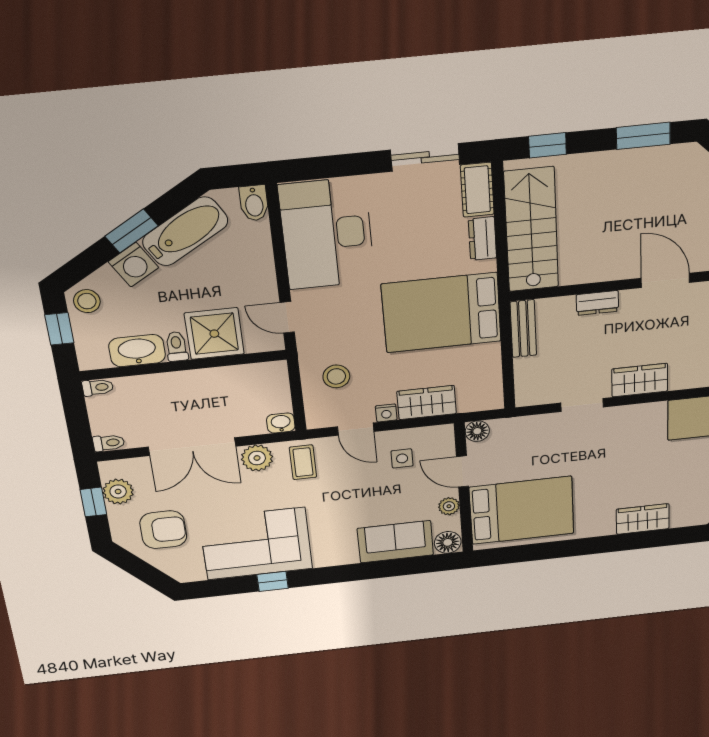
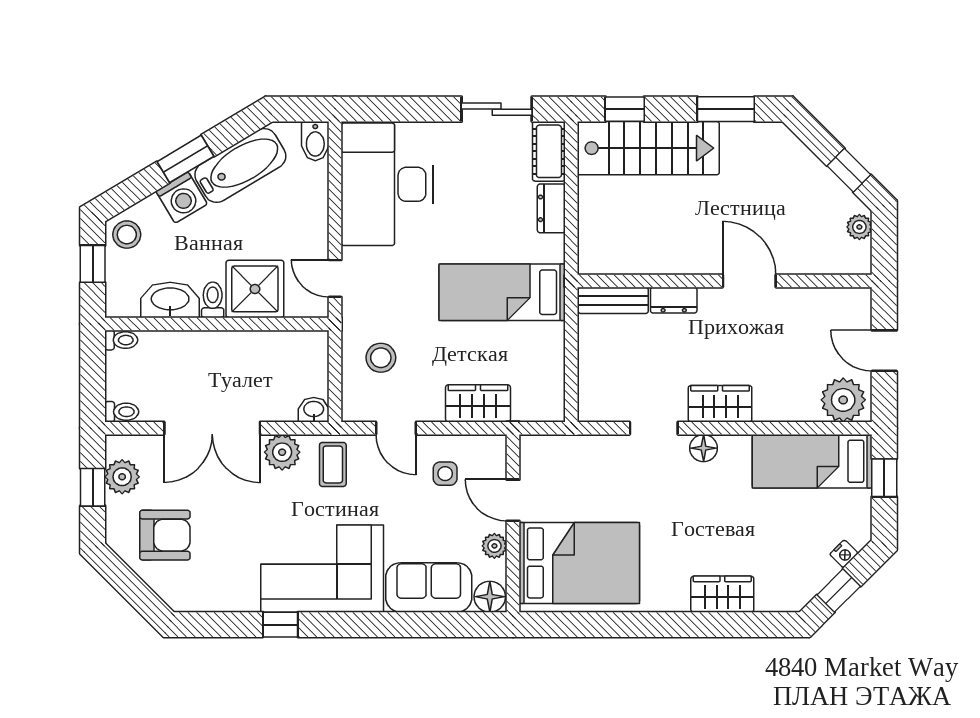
stairs: (531, 230) -> (648, 148), moved, turned 90
bed: (442, 313) -> (502, 292), width x0.67
bench: (523, 329) -> (613, 300), moved, turned 90
nightstand: (386, 413) -> (432, 411), removed
floor lamp: (477, 431) -> (704, 448), moved
corner sofa: (256, 544) -> (322, 569), moved

